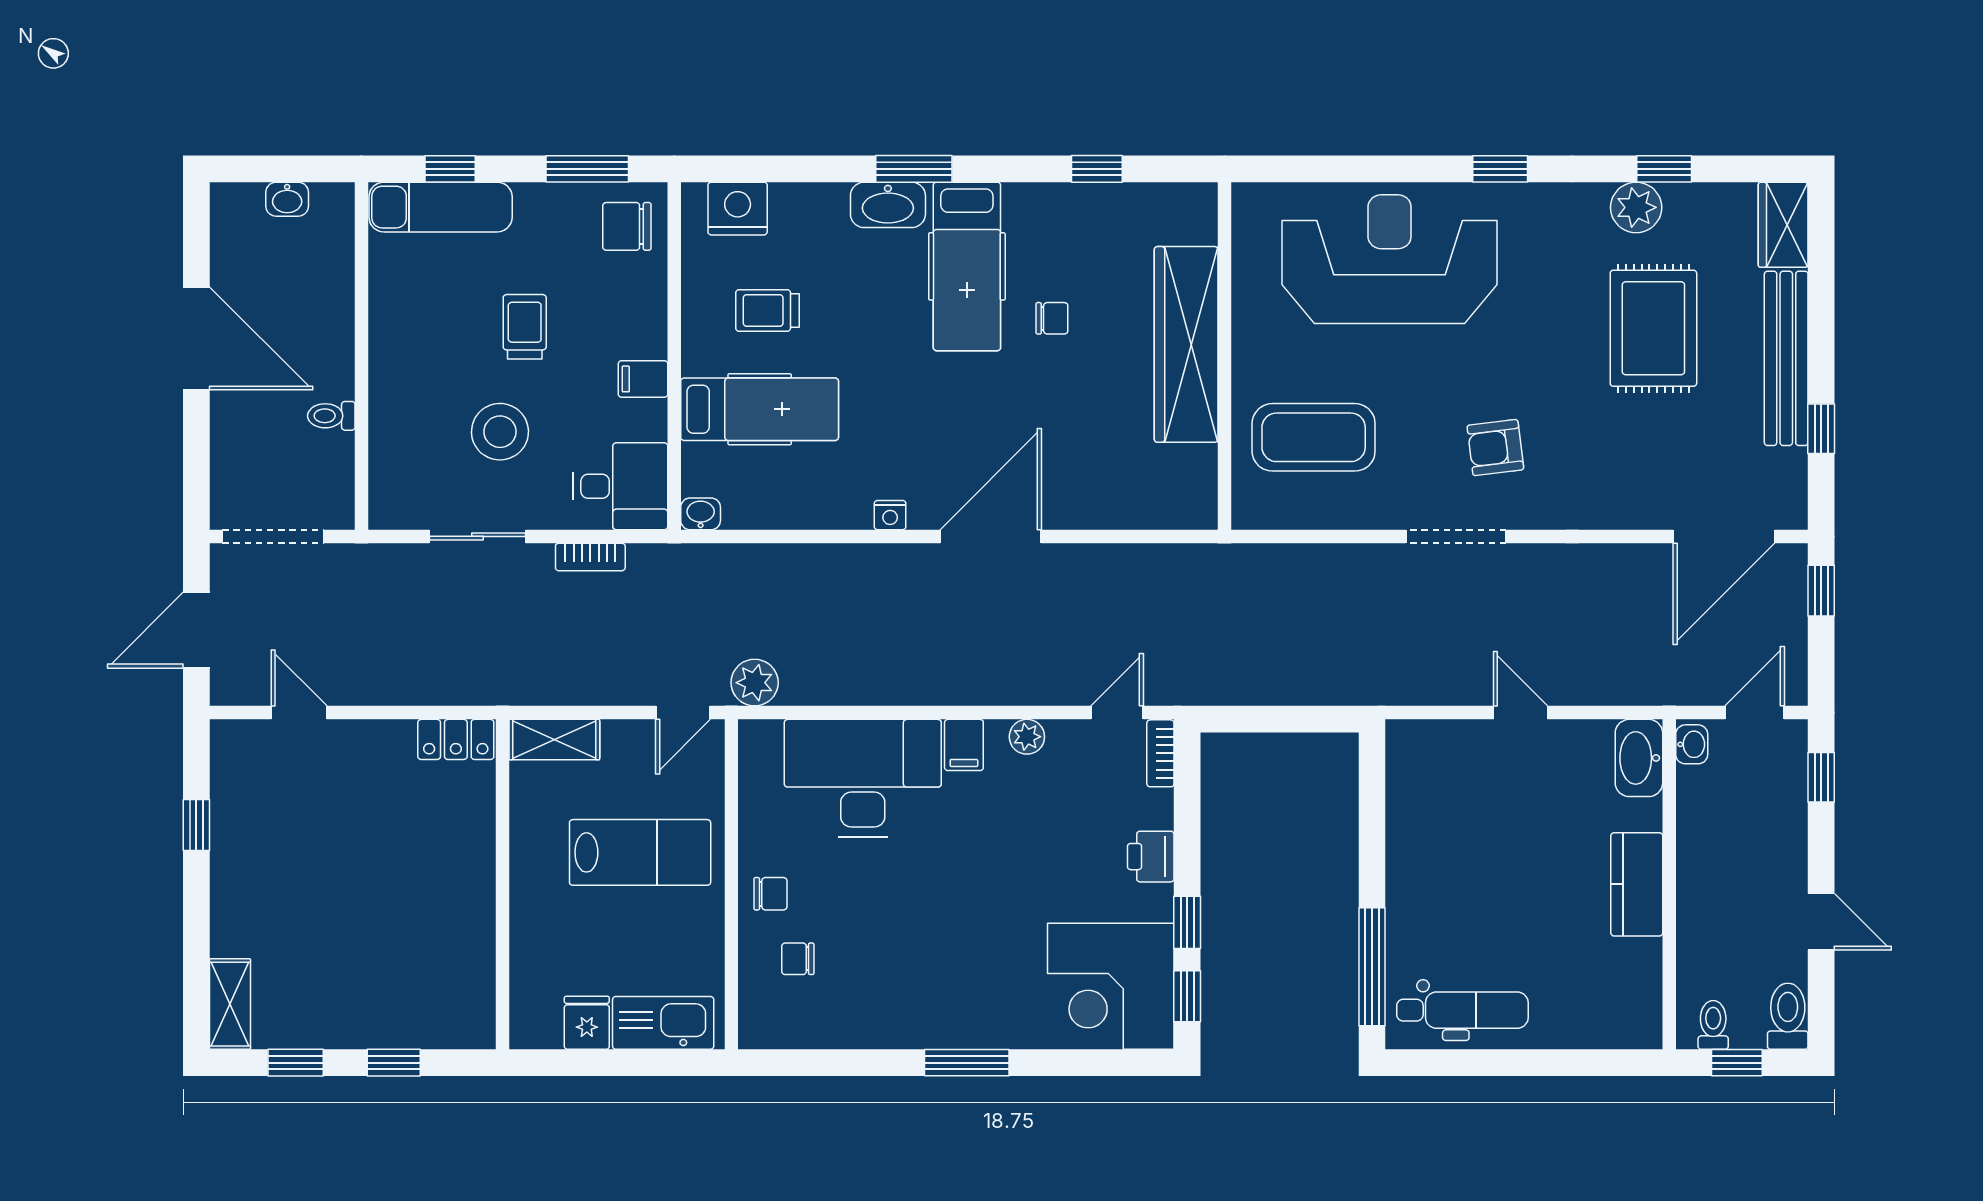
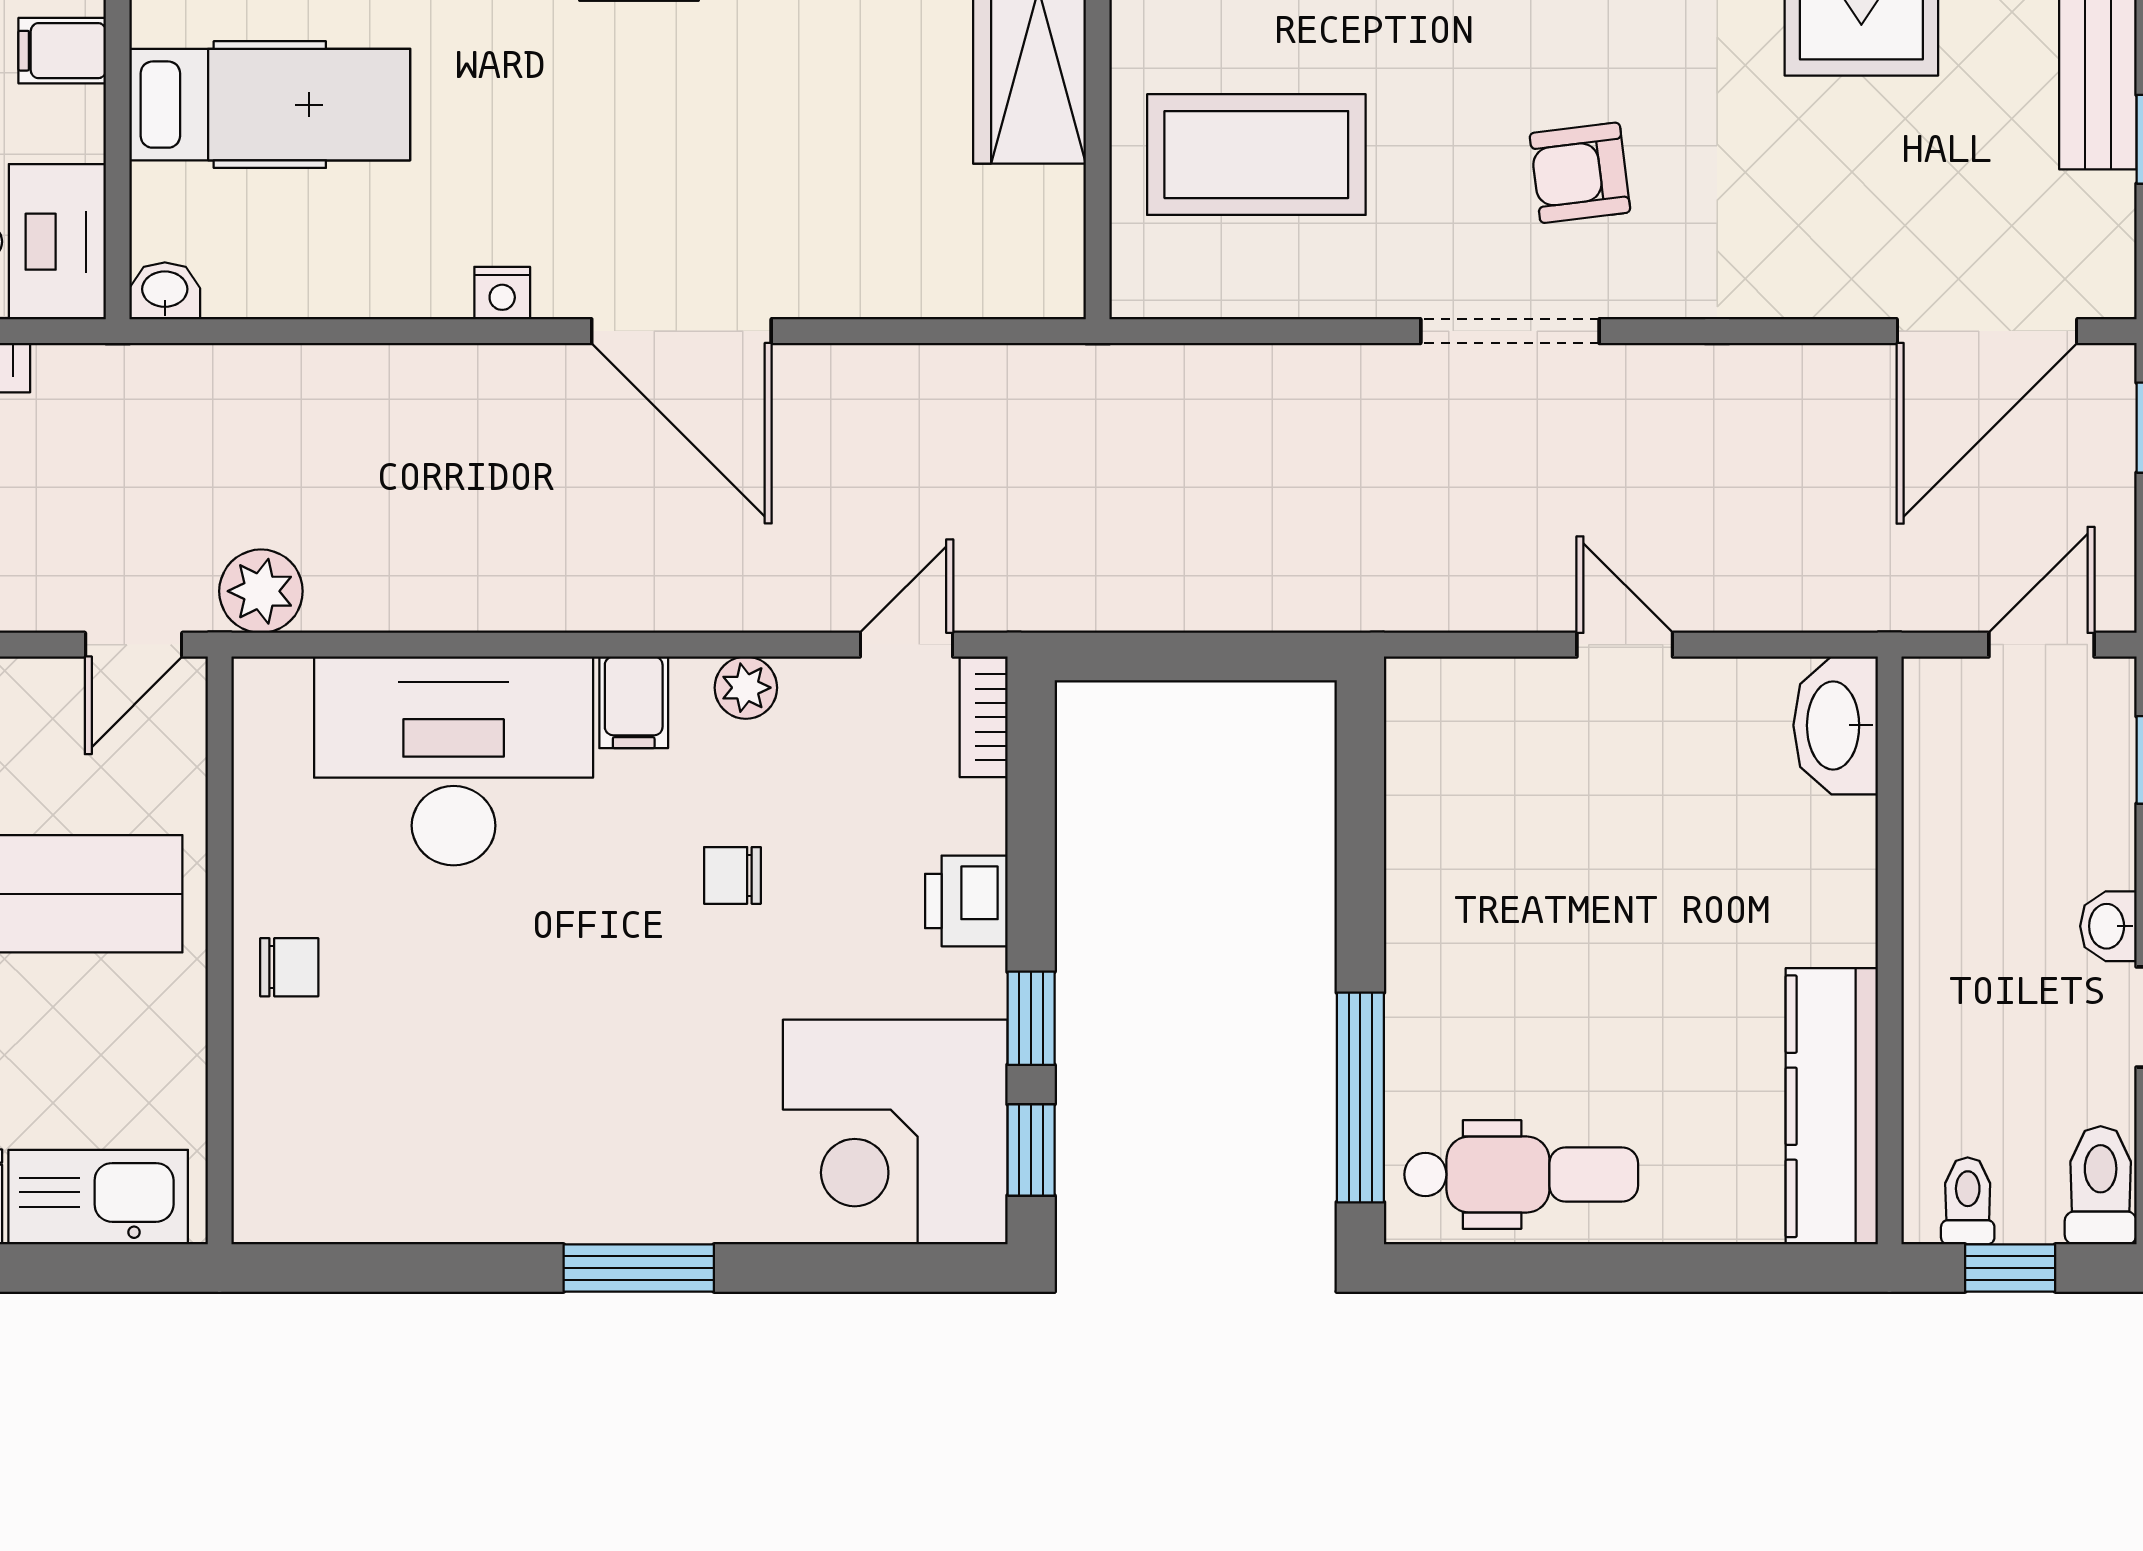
door: (991, 536) -> (681, 331), swing flipped
washbasin: (1692, 744) -> (2108, 926), moved, turned 180
kitchen counter: (1637, 884) -> (1832, 1106), moved, width x1.50
chair: (798, 959) -> (732, 875), moved

